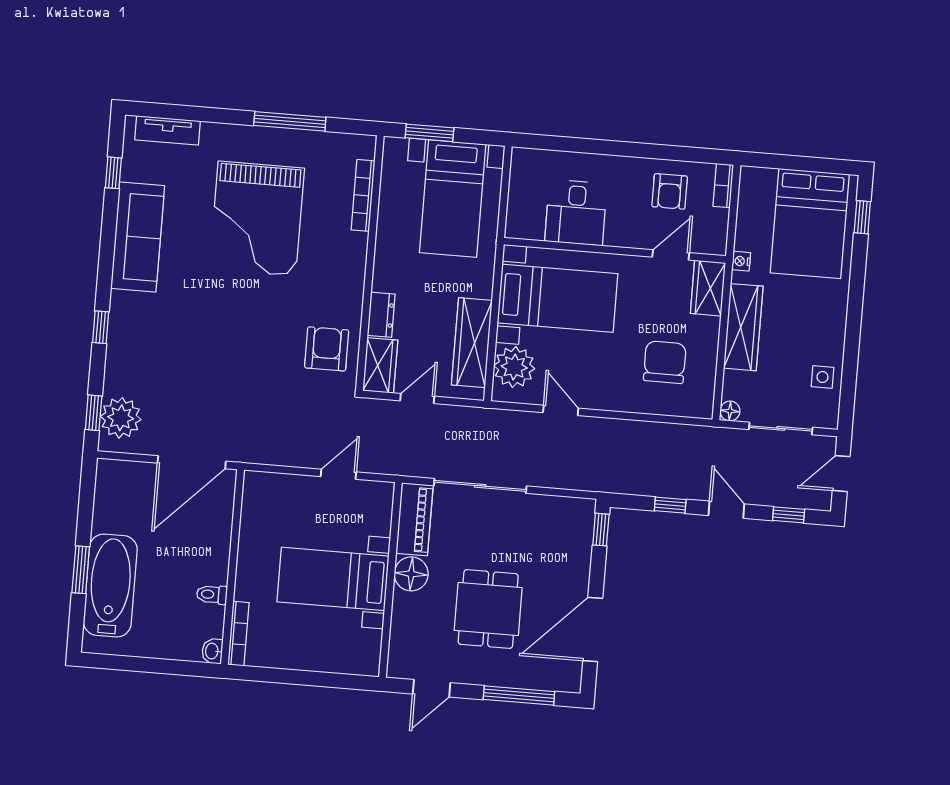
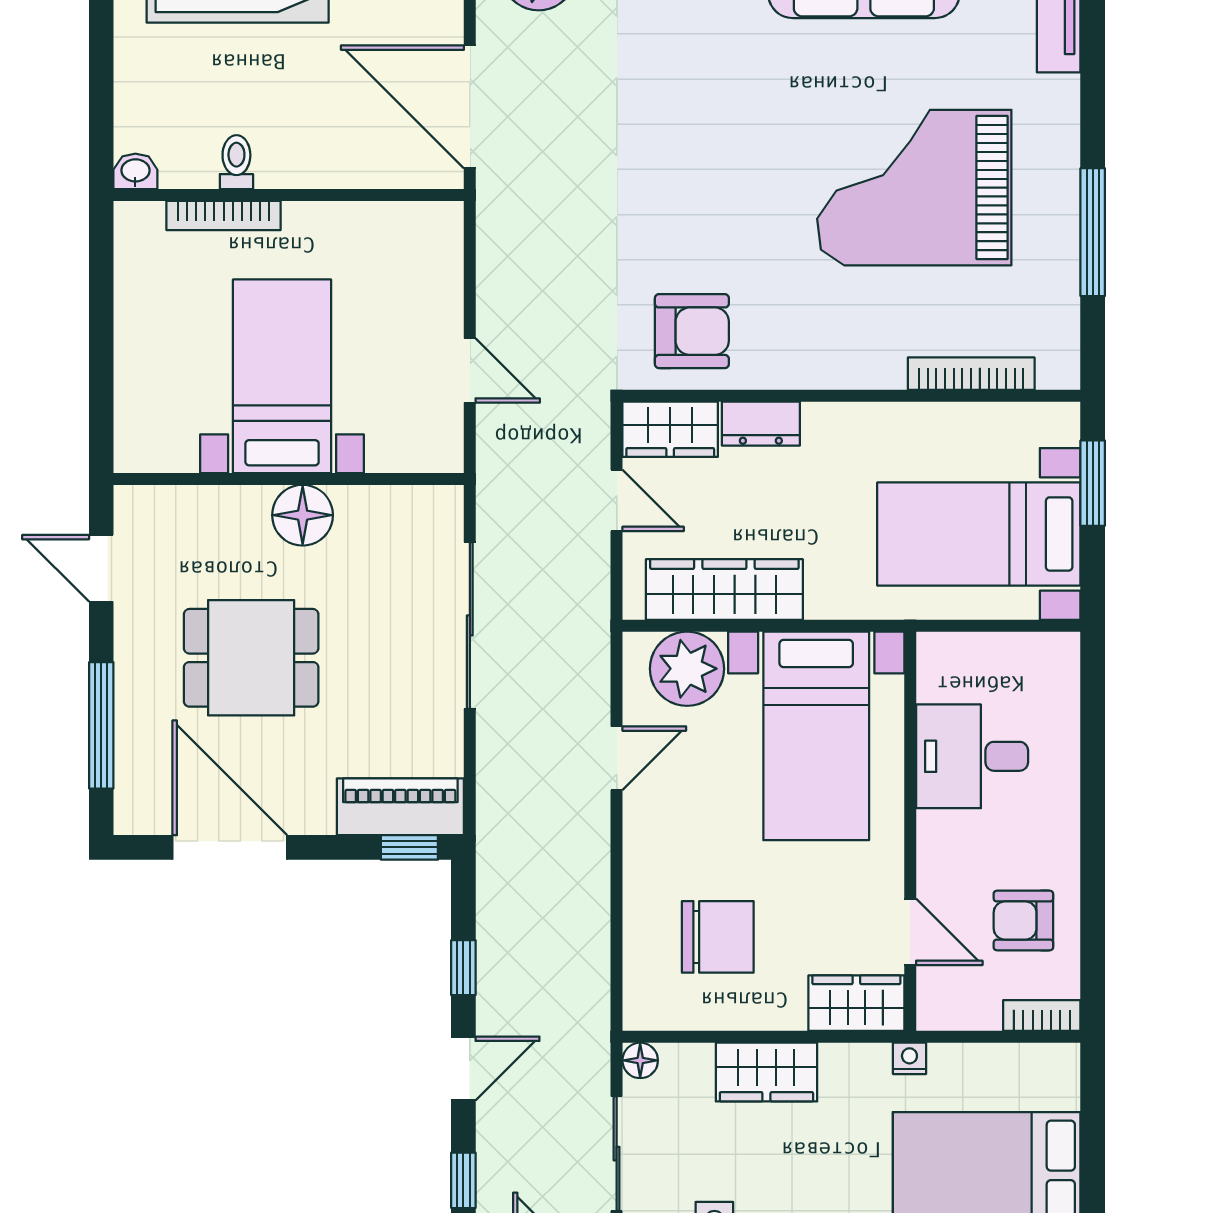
wardrobe: (743, 327) -> (766, 1072), width x0.67
piano: (415, 519) -> (400, 807), moved, turned 180
bookcase: (238, 634) -> (224, 216), moved

